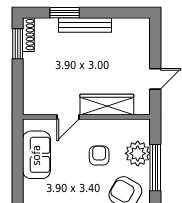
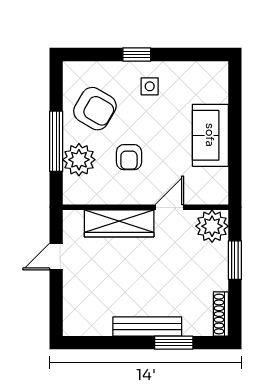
window: (18, 44) -> (235, 260), moved
plant: (35, 102) -> (212, 226), added
sofa: (36, 155) -> (210, 135), moved

